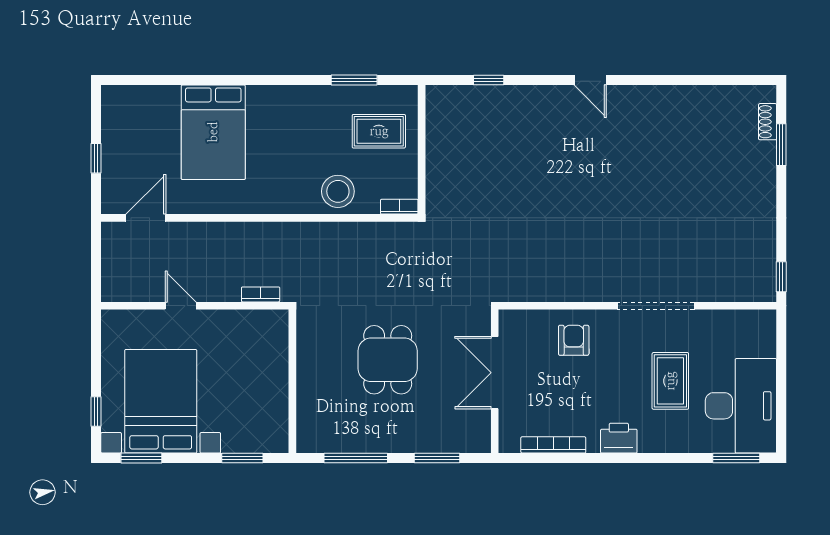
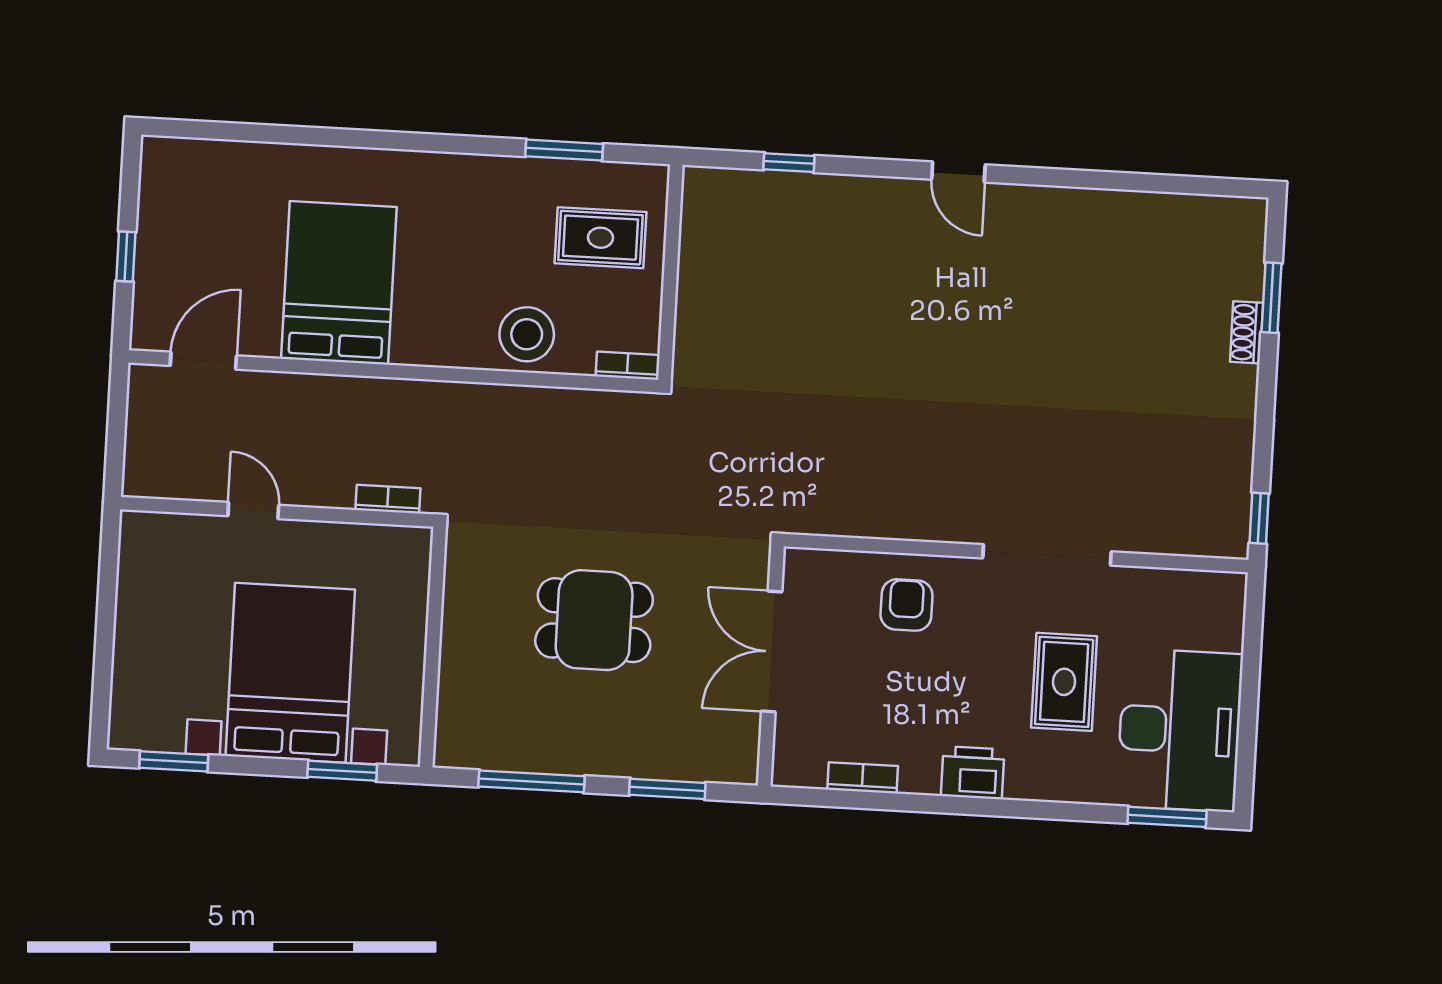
shoe rack: (768, 122) -> (1247, 332), moved
bed: (213, 132) -> (339, 283), moved, turned 180
dining table: (388, 360) -> (594, 620), turned 90
bed with nightstands: (161, 401) -> (290, 673), moved
window: (96, 412) -> (102, 679), removed
bookcase: (553, 445) -> (863, 778), width x0.64

